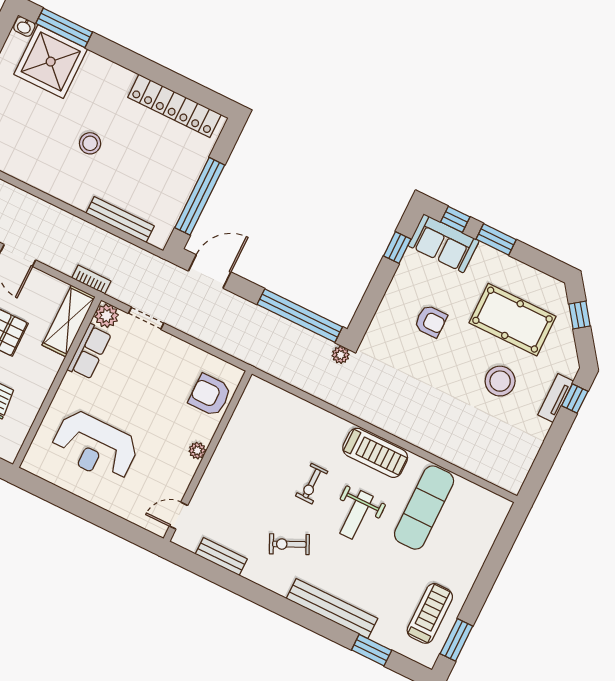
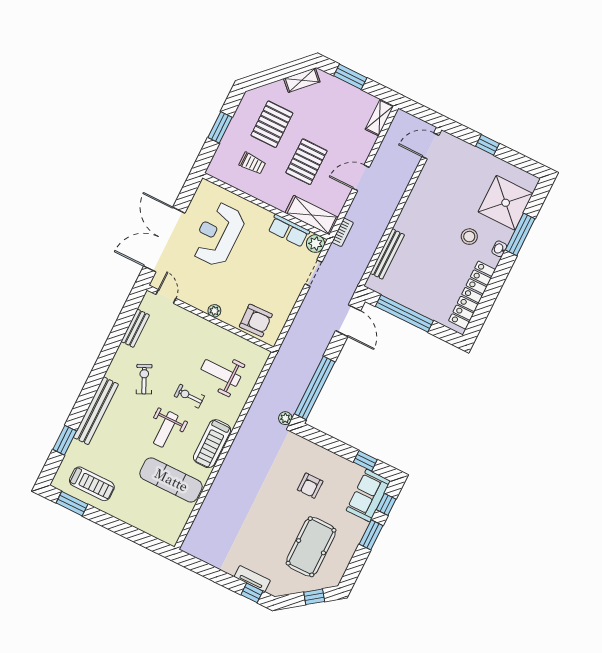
washbasin: (24, 27) -> (499, 249), moved
window: (64, 28) -> (520, 234), moved
stool: (90, 143) -> (469, 237), moved
stool: (500, 381) -> (265, 537), removed
armchair: (210, 395) -> (256, 320), turned 88
weight bench: (280, 442) -> (221, 373), added
weight bench: (356, 515) -> (166, 429), turned -90
double door: (102, 518) -> (164, 240), added

